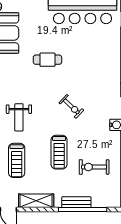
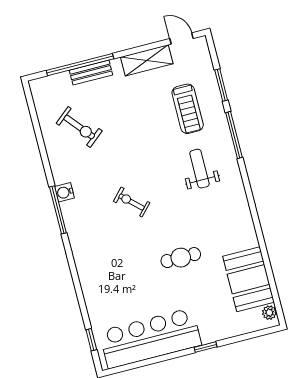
treadmill: (59, 152) -> (132, 135), removed
treadmill: (17, 160) -> (188, 109), turned 180
exercise bike: (94, 167) -> (79, 127), turned 50

